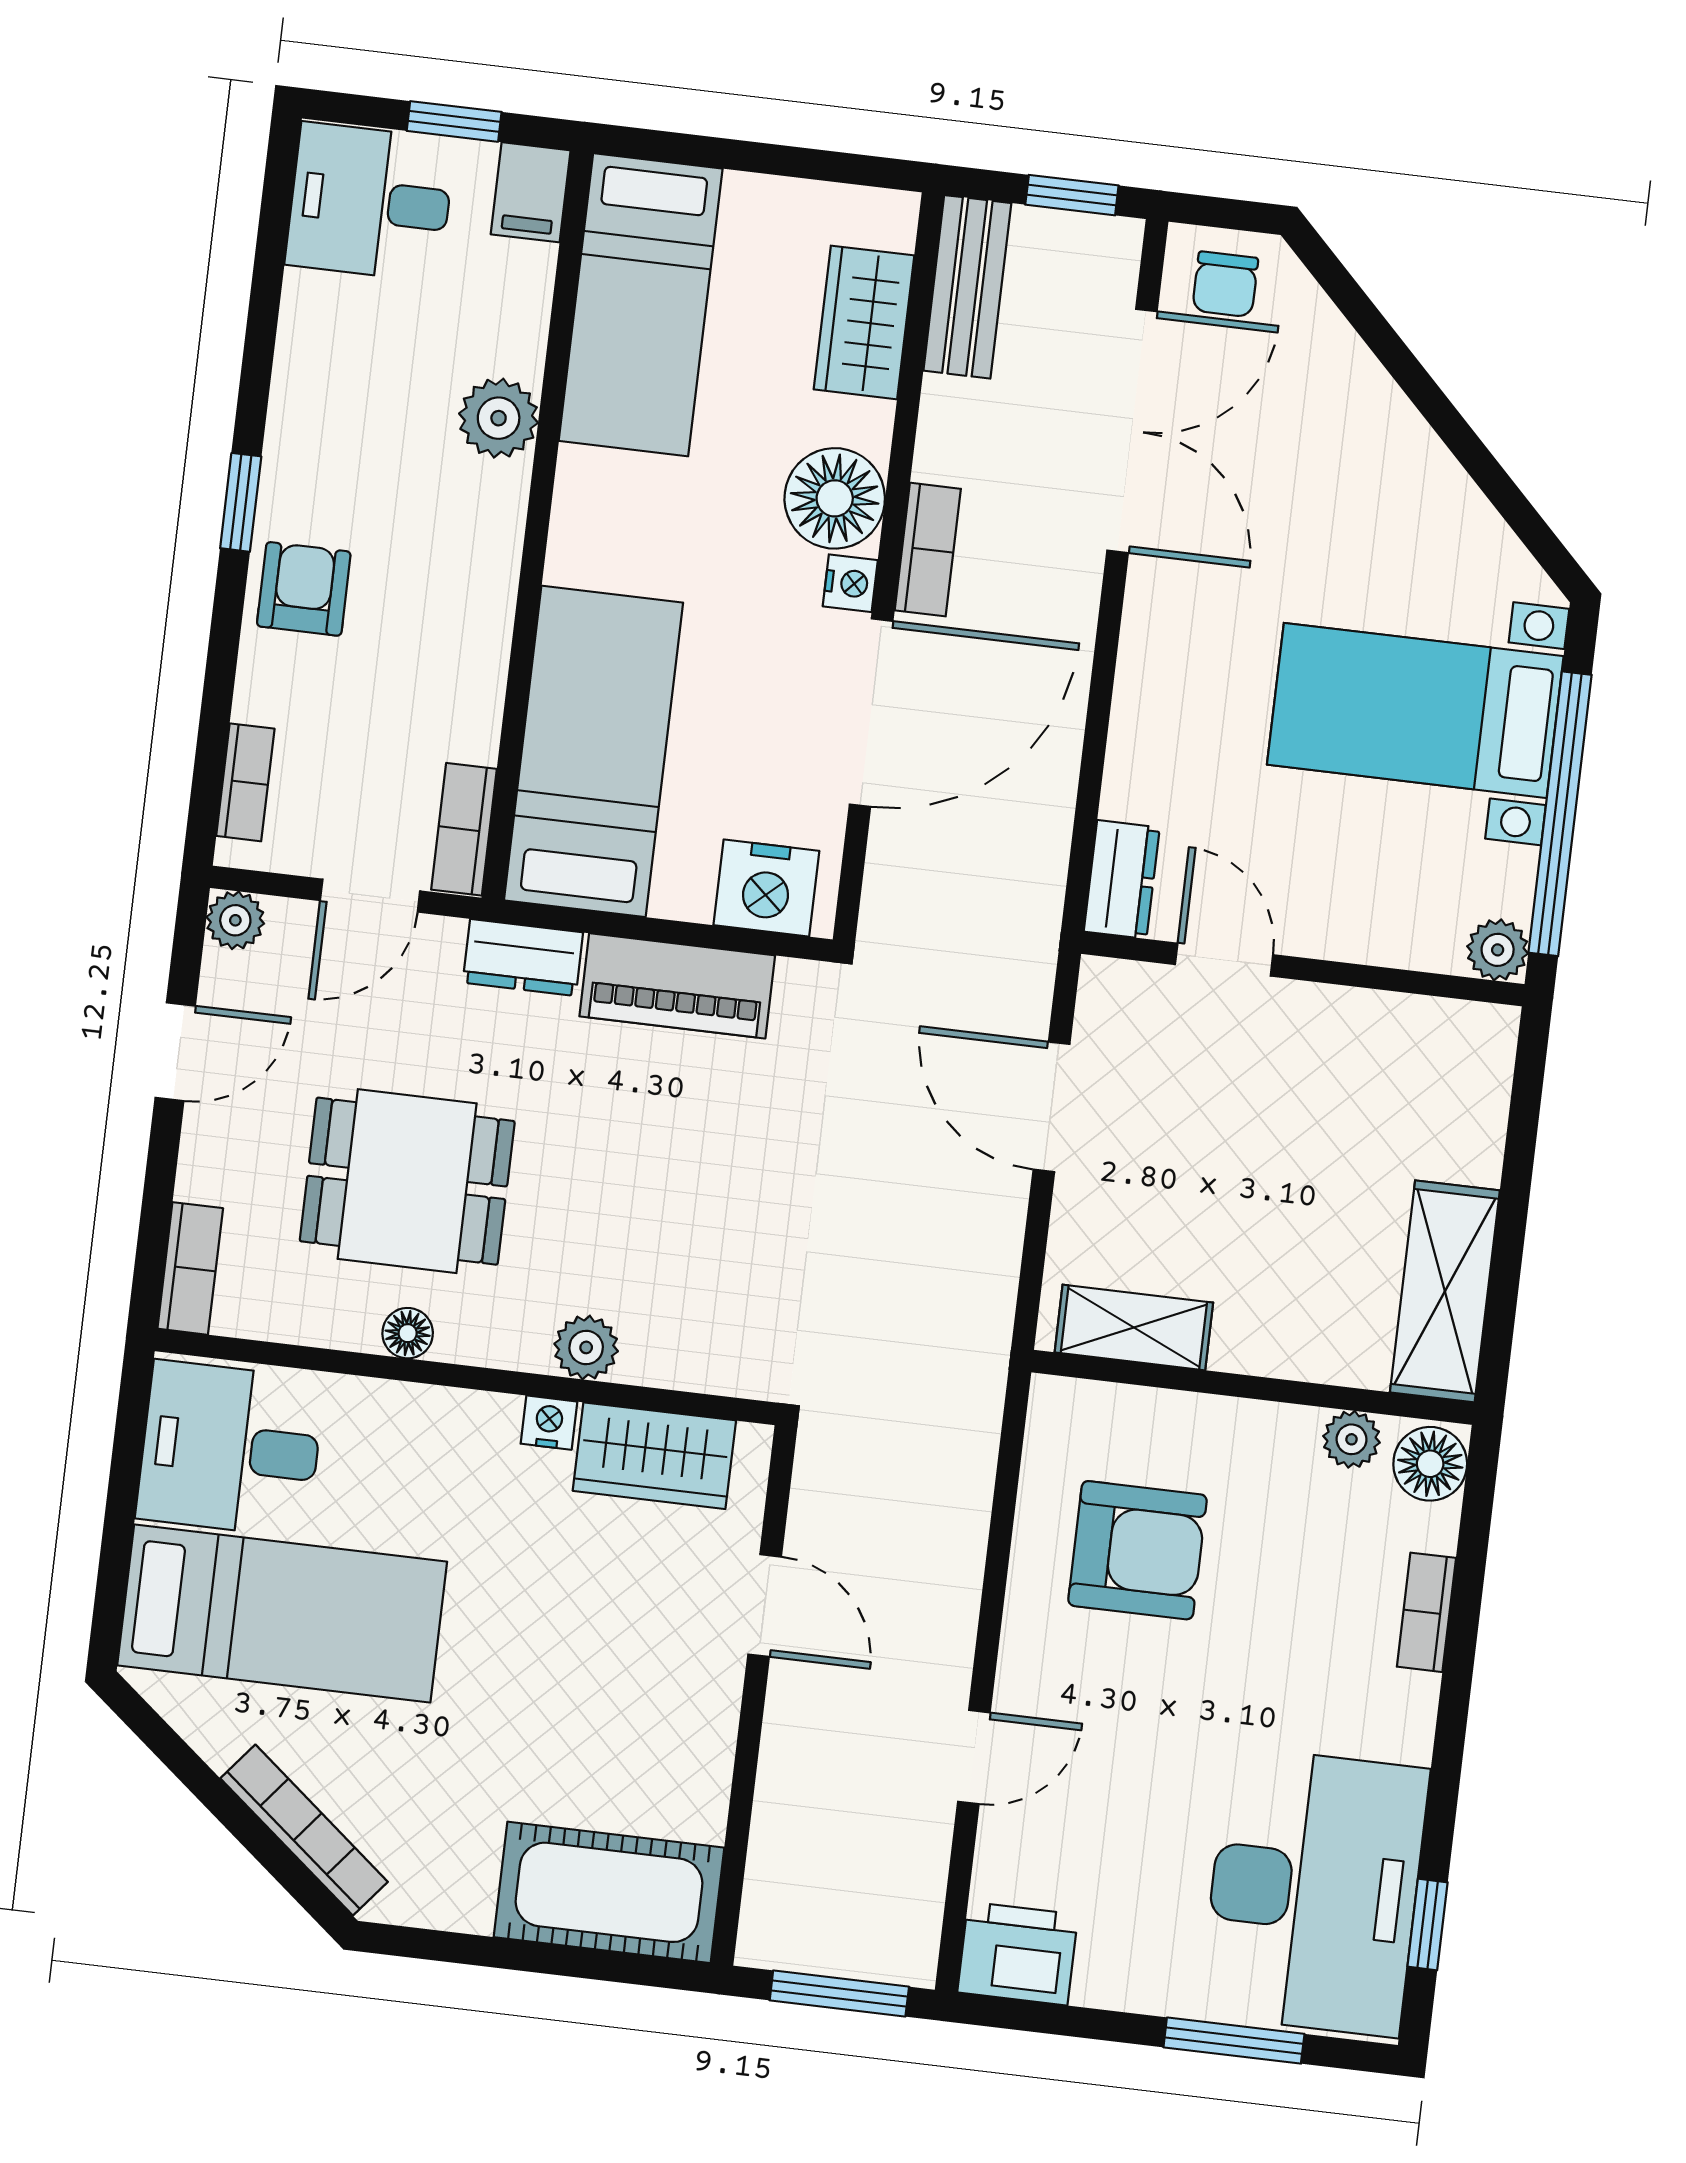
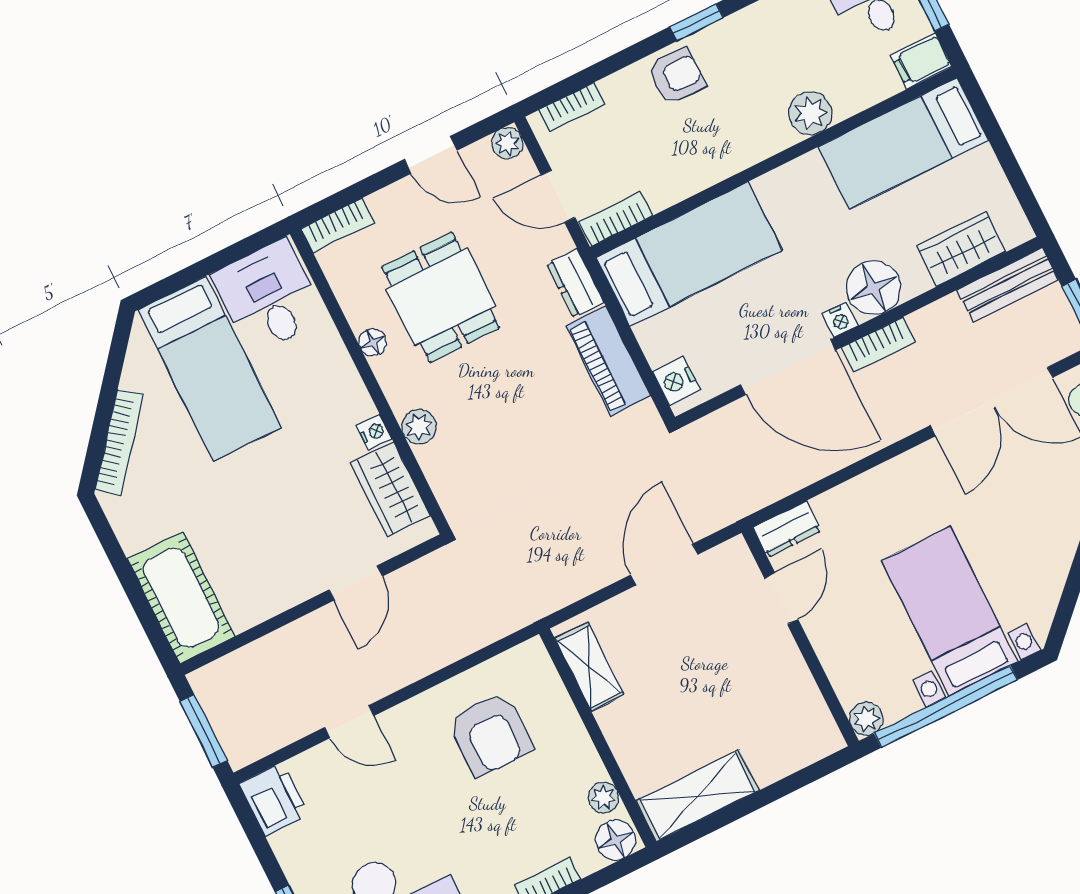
nightstand: (766, 888) -> (676, 381), width x0.74, depth x0.75

